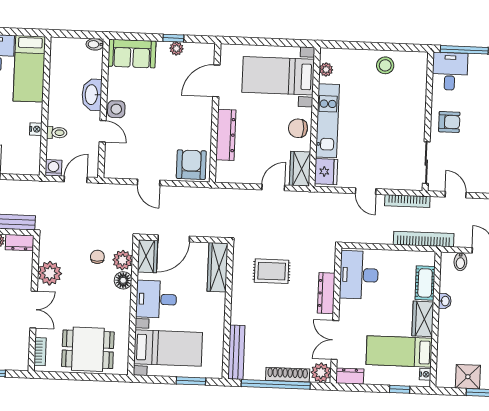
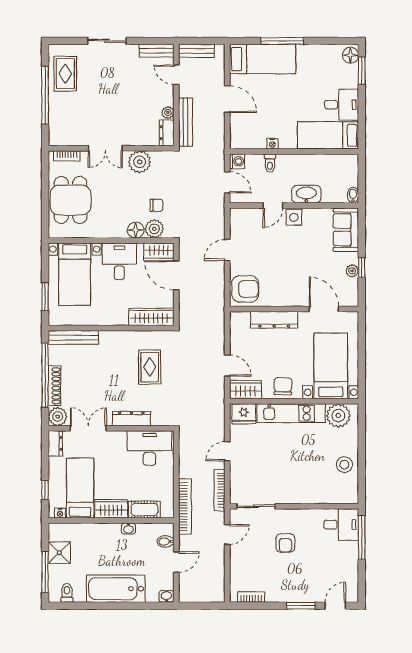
plant: (326, 70) -> (338, 416), width x1.88, depth x1.88
armchair: (449, 122) -> (285, 543), moved

